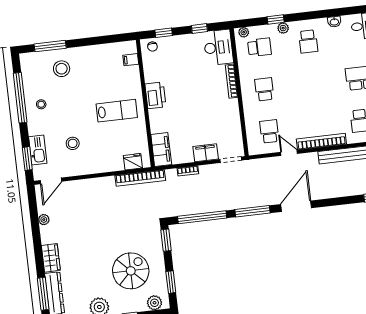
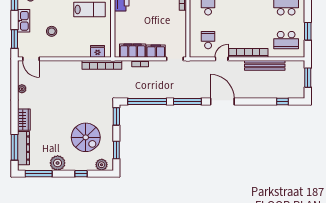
kitchen sink: (38, 150) -> (24, 21), moved
filing cabinet: (161, 150) -> (133, 51), moved, turned -90
door: (289, 153) -> (222, 59), hinge flipped
door: (51, 181) -> (31, 59), hinge flipped
door: (296, 206) -> (222, 102), hinge flipped
spiral stairs: (131, 271) -> (86, 137), turned 90

